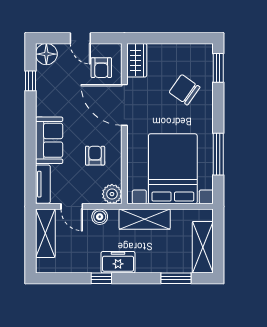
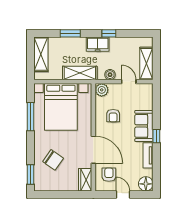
window: (31, 81) -> (156, 136), moved
tv unit: (43, 184) -> (148, 155), moved
window: (176, 278) -> (70, 33), moved

